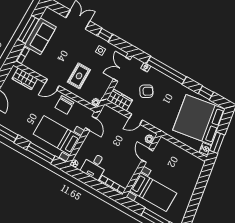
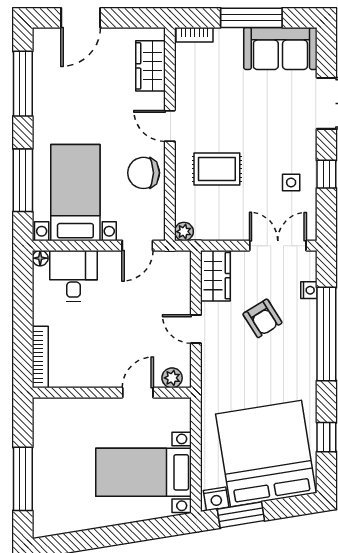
sofa: (40, 36) -> (280, 48), moved
desk: (94, 166) -> (73, 276), moved, turned 90
bed with nightstands: (153, 192) -> (144, 472), moved, turned 90

